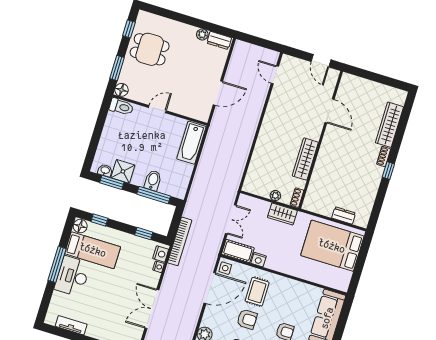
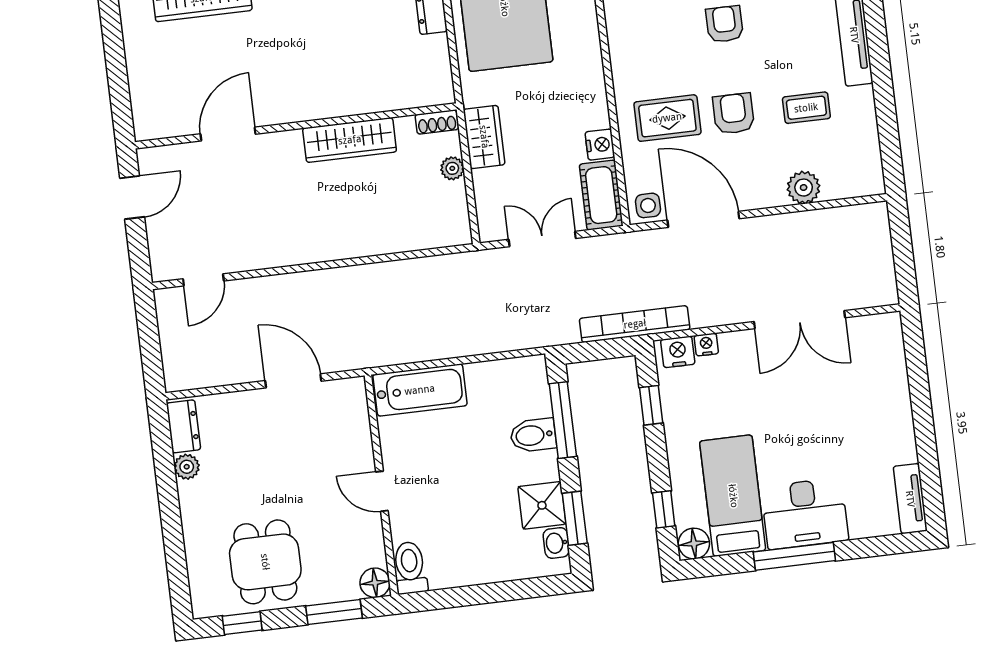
tv unit: (71, 325) -> (910, 499), moved

